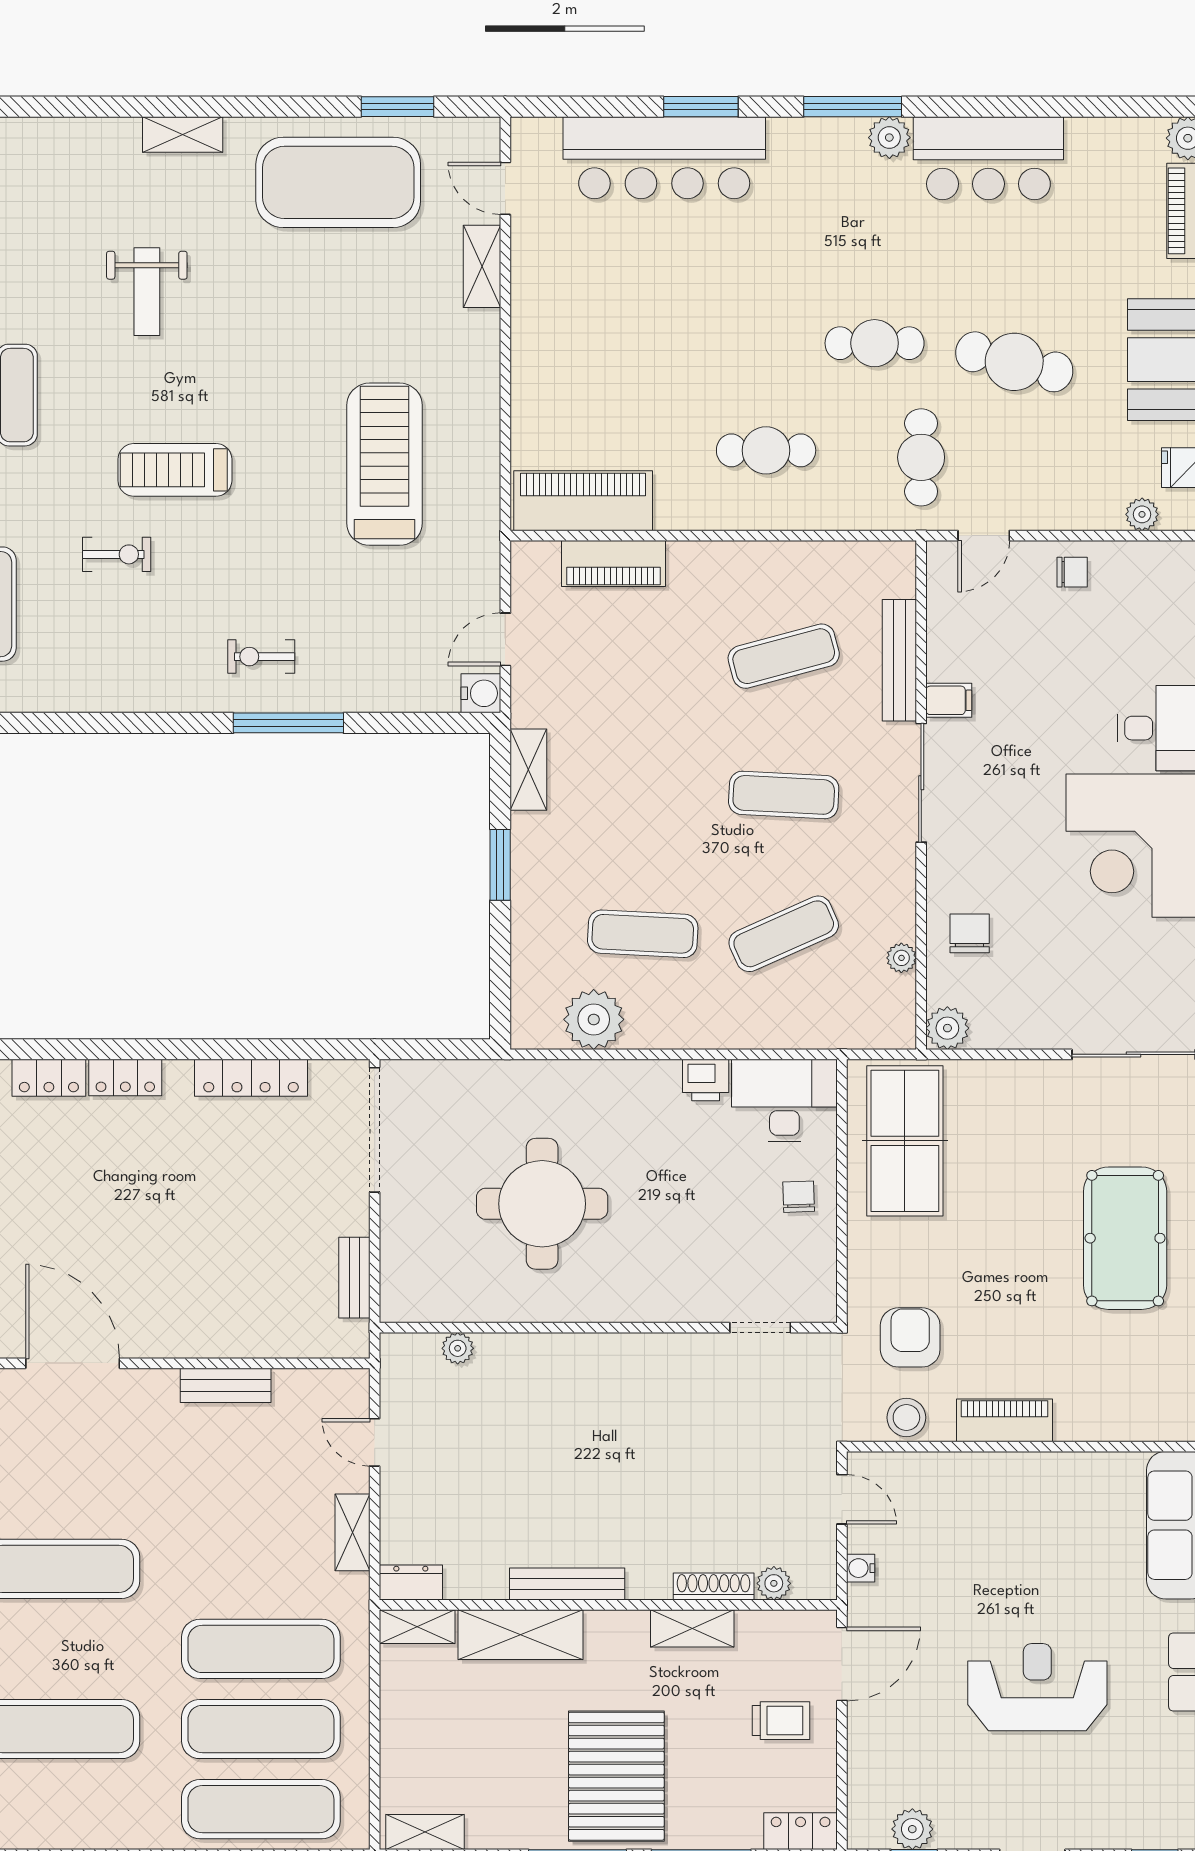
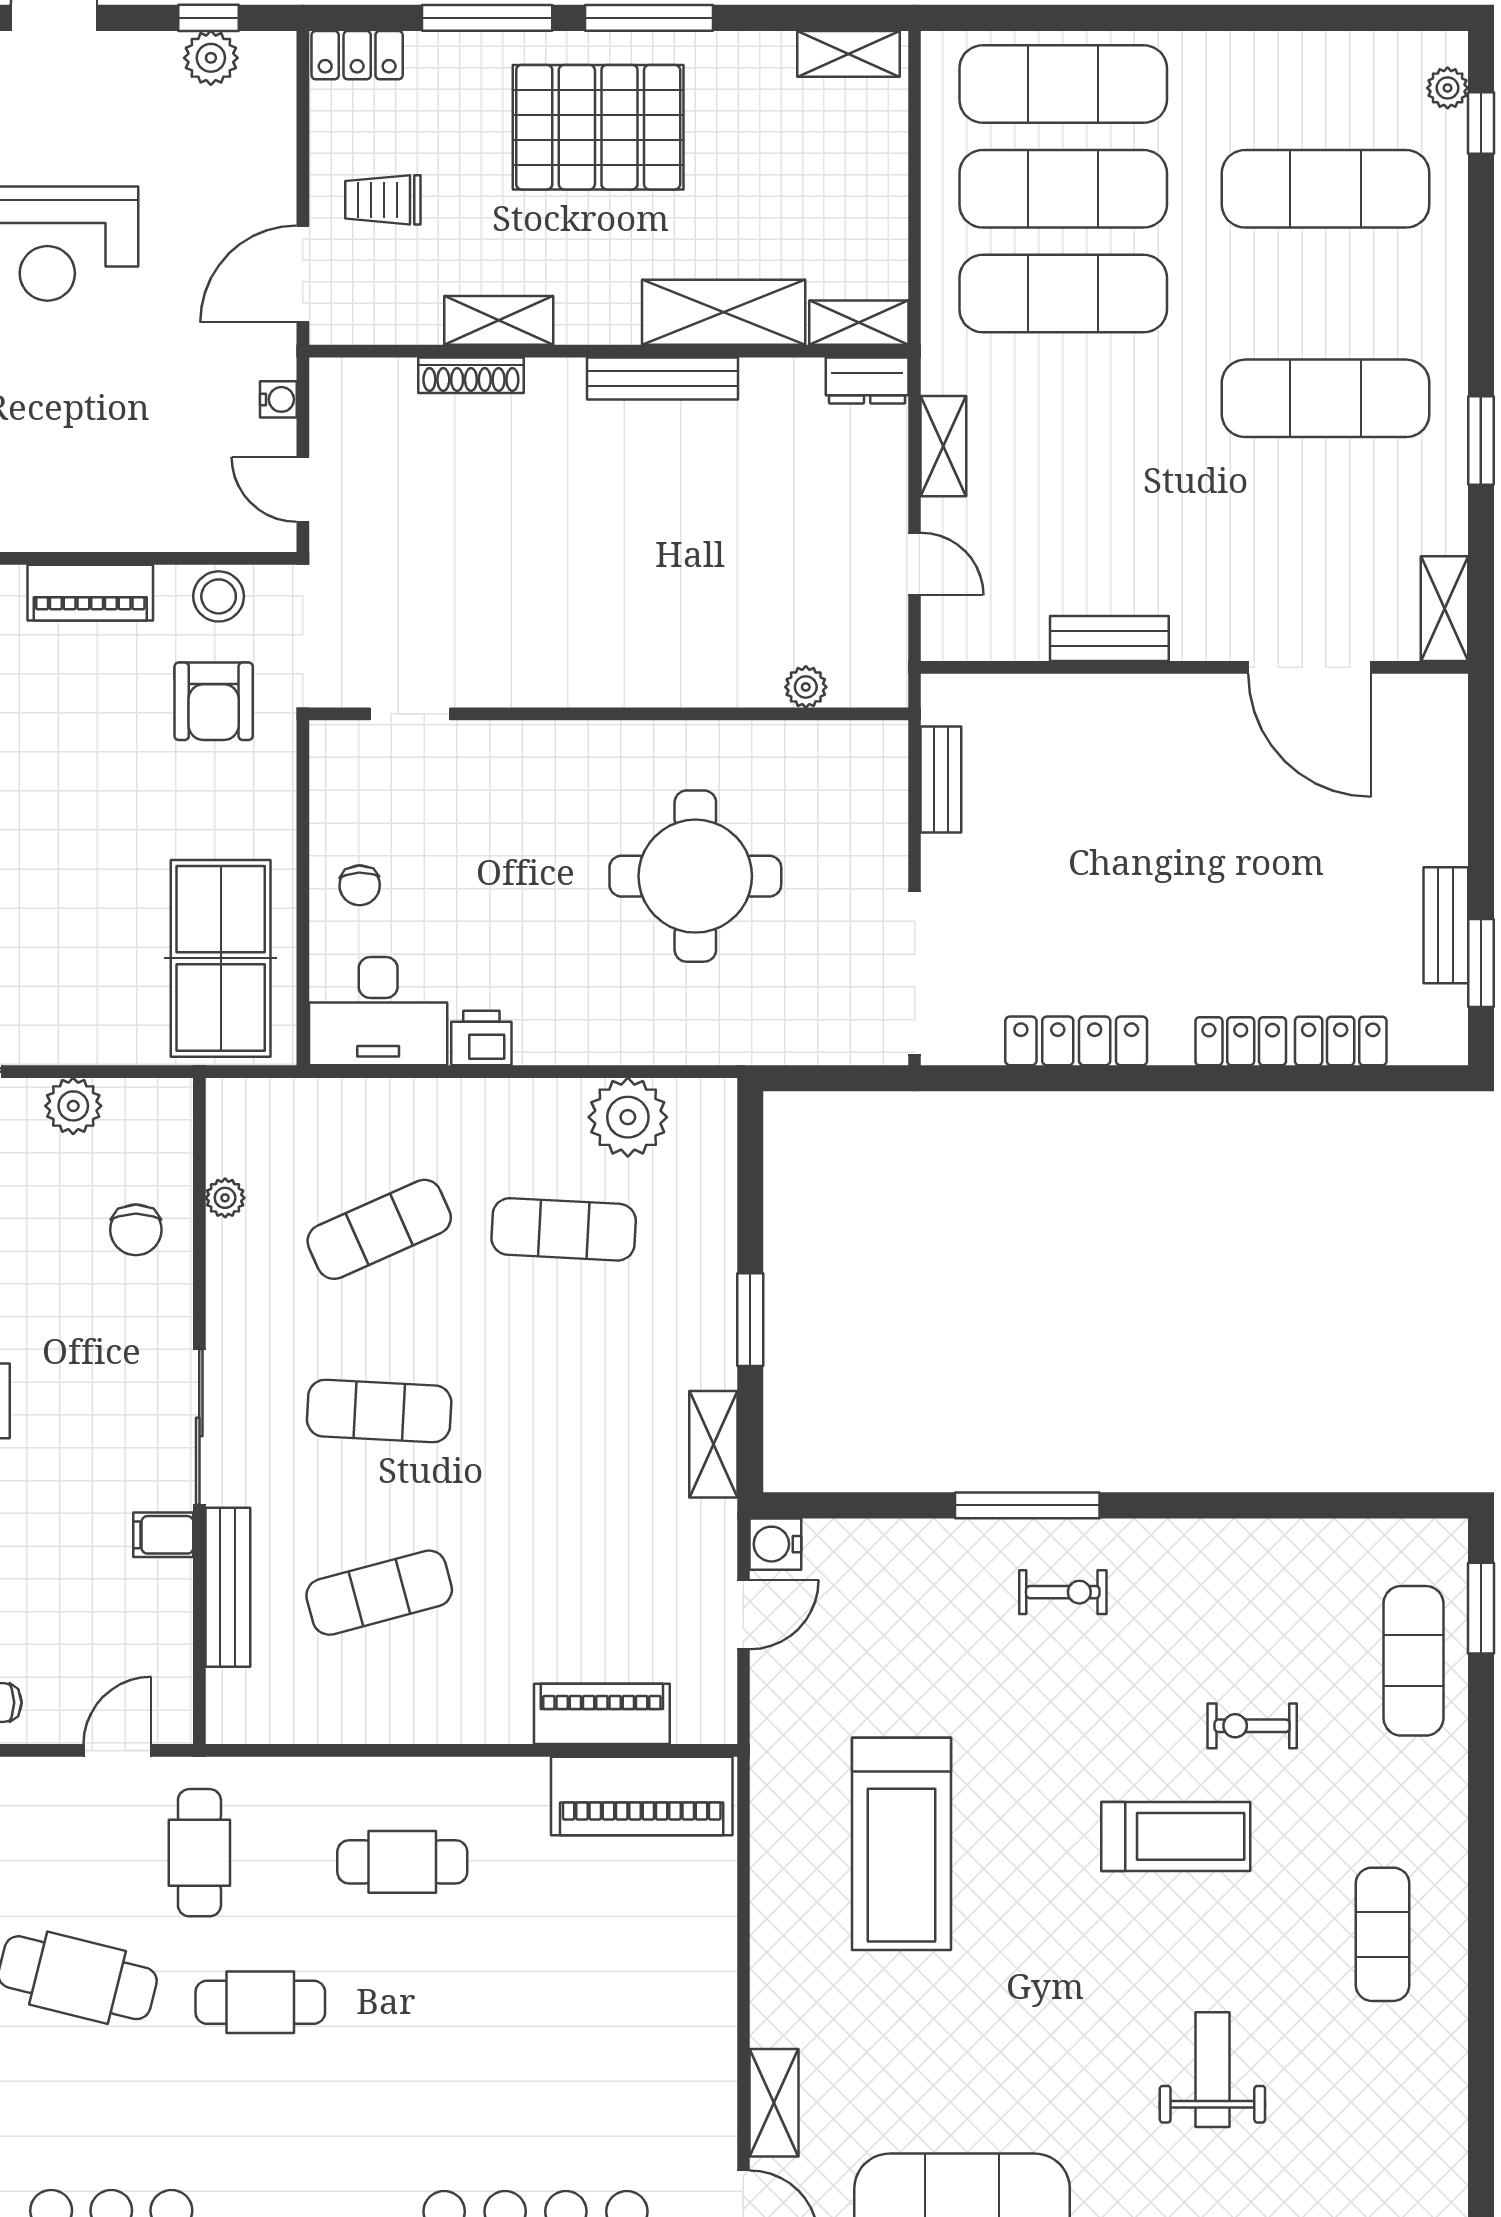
plant: (947, 1028) -> (73, 1106), moved
plant: (774, 1583) -> (392, 379), removed
pallet: (616, 1776) -> (598, 127), turned 90

